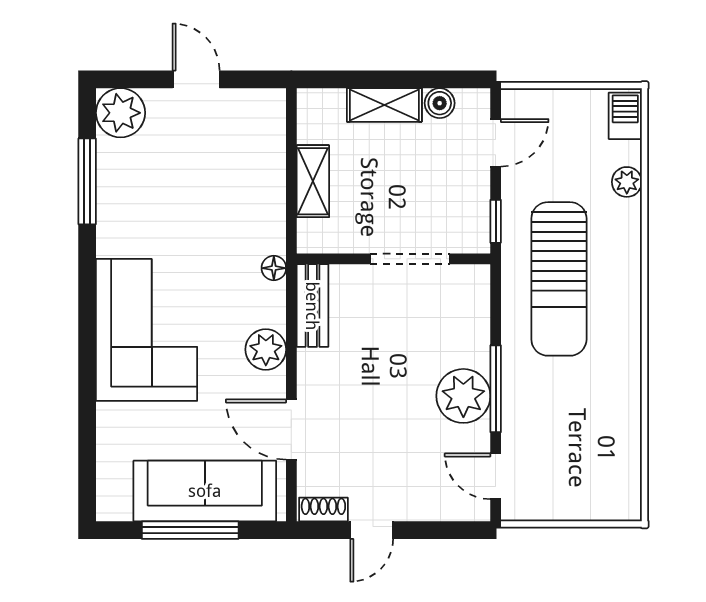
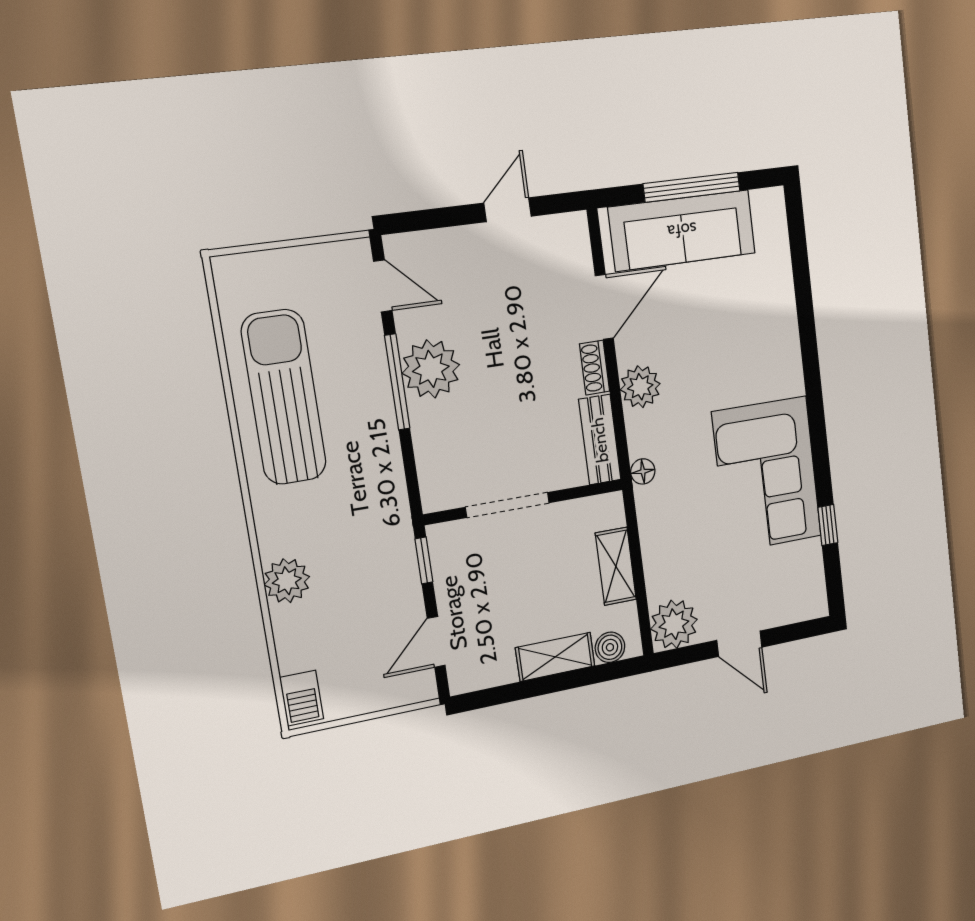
boiler: (440, 103) -> (610, 647), moved
plant: (121, 113) -> (674, 624), moved
window: (87, 181) -> (828, 525), width x0.46
plant: (627, 182) -> (287, 581), moved, width x1.38, depth x1.38
sun lounger: (559, 279) -> (284, 397), moved
corner sofa: (147, 330) -> (767, 474), moved
door: (291, 429) -> (604, 307), hinge flipped
shoe rack: (323, 509) -> (595, 368), moved, turned 90

